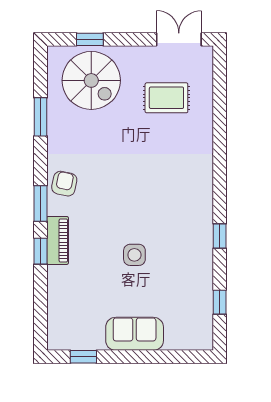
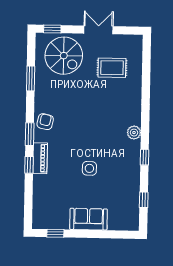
window: (90, 39) -> (52, 29), moved
double door: (179, 39) -> (98, 30), moved
plant: (203, 198) -> (134, 133), added

